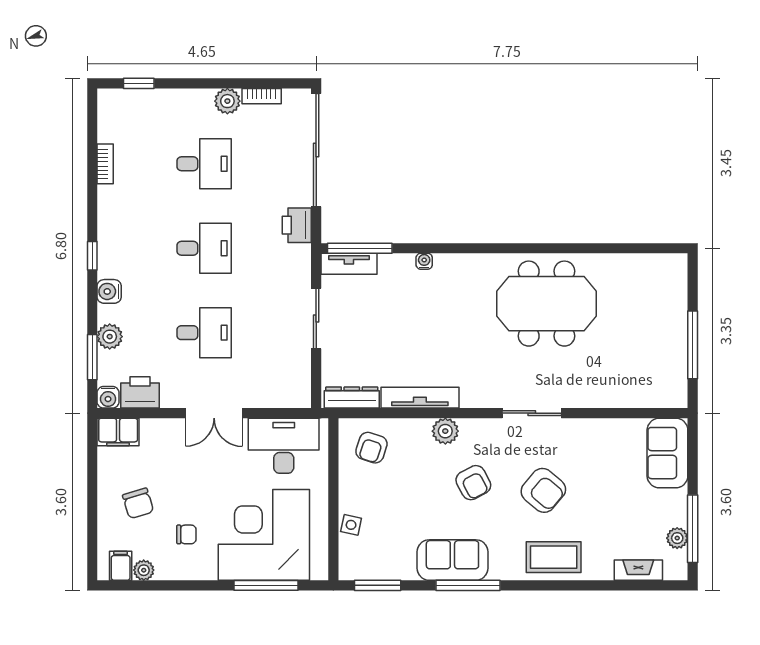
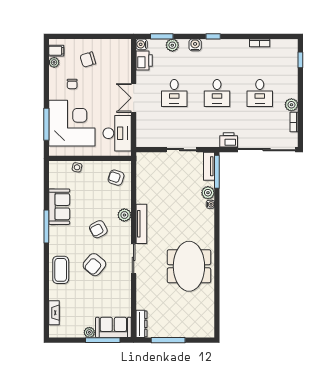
plant: (401, 266) -> (208, 193), added
dresser: (352, 397) -> (141, 324), moved
tv unit: (420, 398) -> (141, 224), moved
filing cabinet: (118, 432) -> (124, 49), removed
window: (693, 529) -> (103, 340), moved
plant: (677, 538) -> (89, 332), moved
sofa: (452, 560) -> (59, 207), moved
window: (378, 585) -> (46, 181), removed

